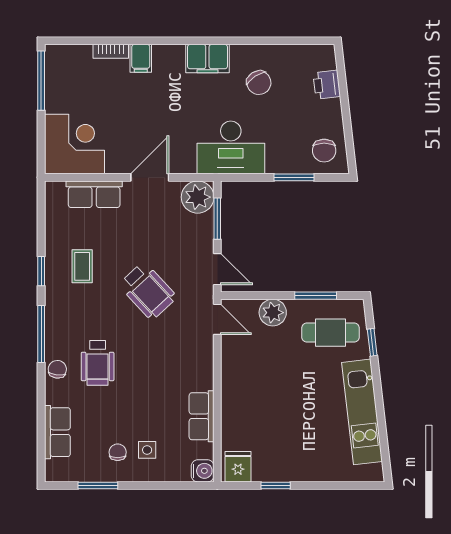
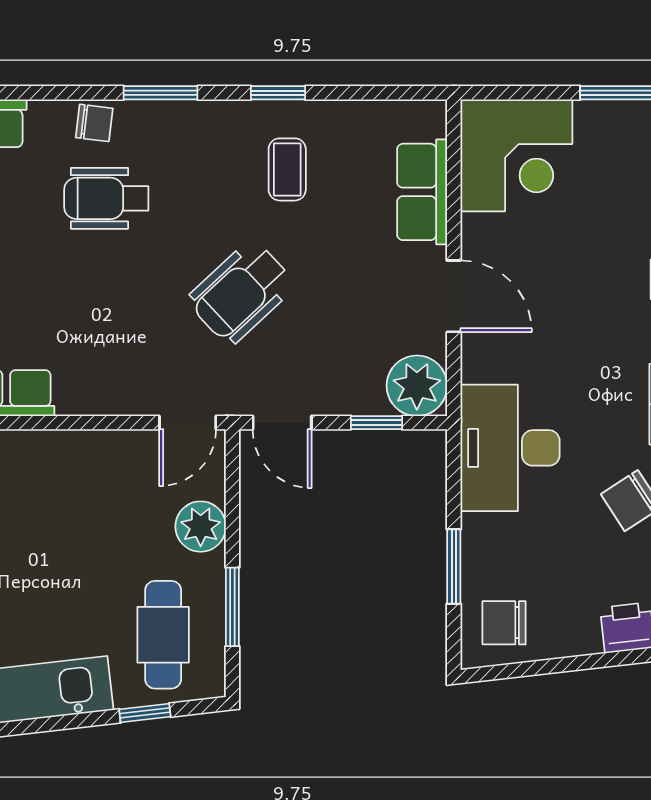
window: (217, 219) -> (376, 423), width x0.67
coffee table: (82, 266) -> (287, 169), turned 90
door: (217, 269) -> (282, 423), hinge flipped
window: (41, 334) -> (160, 93), width x0.69

